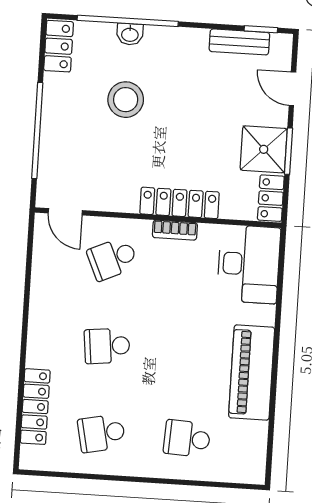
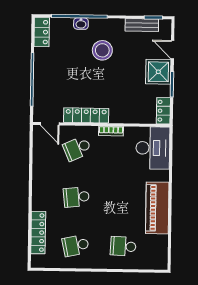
stool: (126, 100) -> (102, 50), moved
shower: (264, 149) -> (158, 72), moved
locker: (180, 203) -> (86, 115), moved

